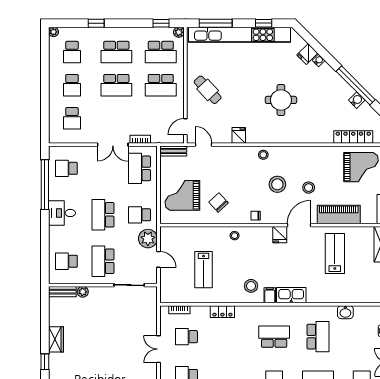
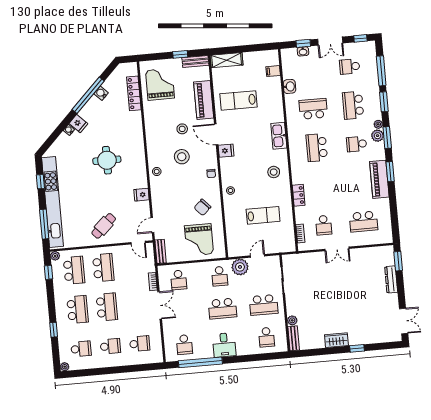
fridge: (307, 54) -> (78, 124), moved
school desk: (140, 168) -> (179, 280), width x0.54
filing cabinet: (270, 295) -> (273, 71), moved

